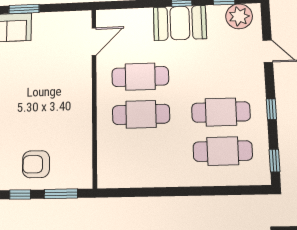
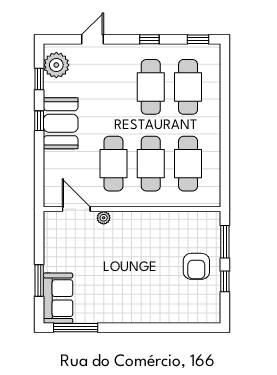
plant: (85, 69) -> (104, 218), added
cafe table: (142, 153) -> (188, 164), added

